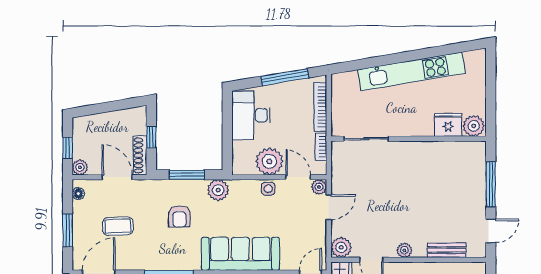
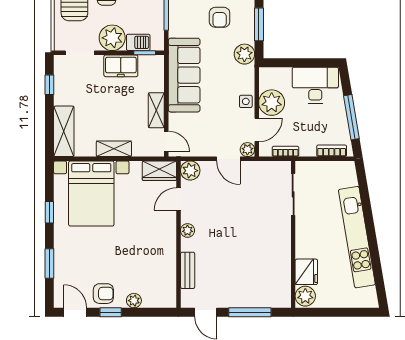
bookcase: (320, 107) -> (332, 151), width x0.64
armchair: (179, 216) -> (220, 17), turned -90

